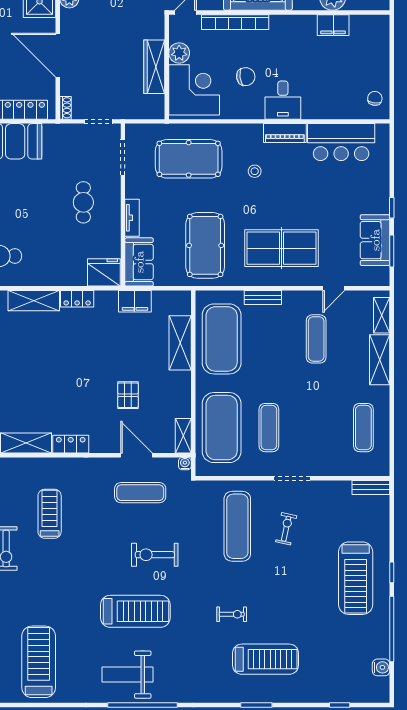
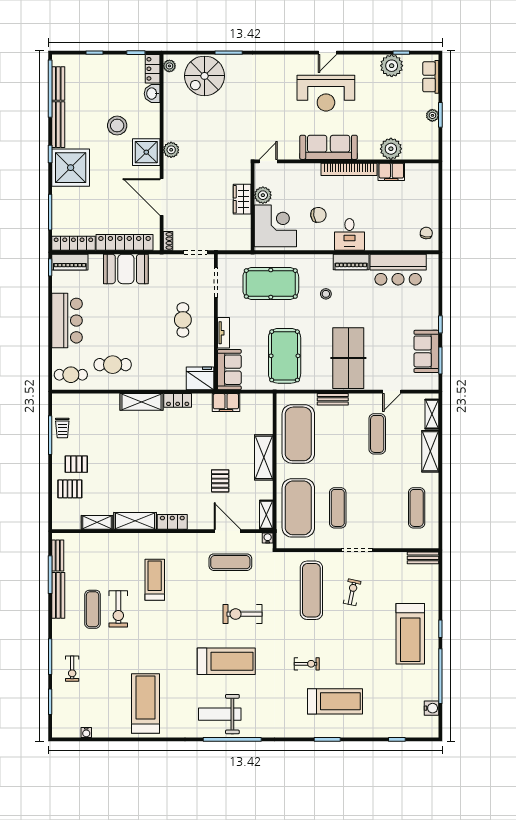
bookcase: (235, 22) -> (349, 169), moved
wardrobe: (154, 67) -> (242, 199), width x0.67
table tennis table: (282, 248) -> (348, 358), turned 90
shelving: (180, 343) -> (264, 457), moved

